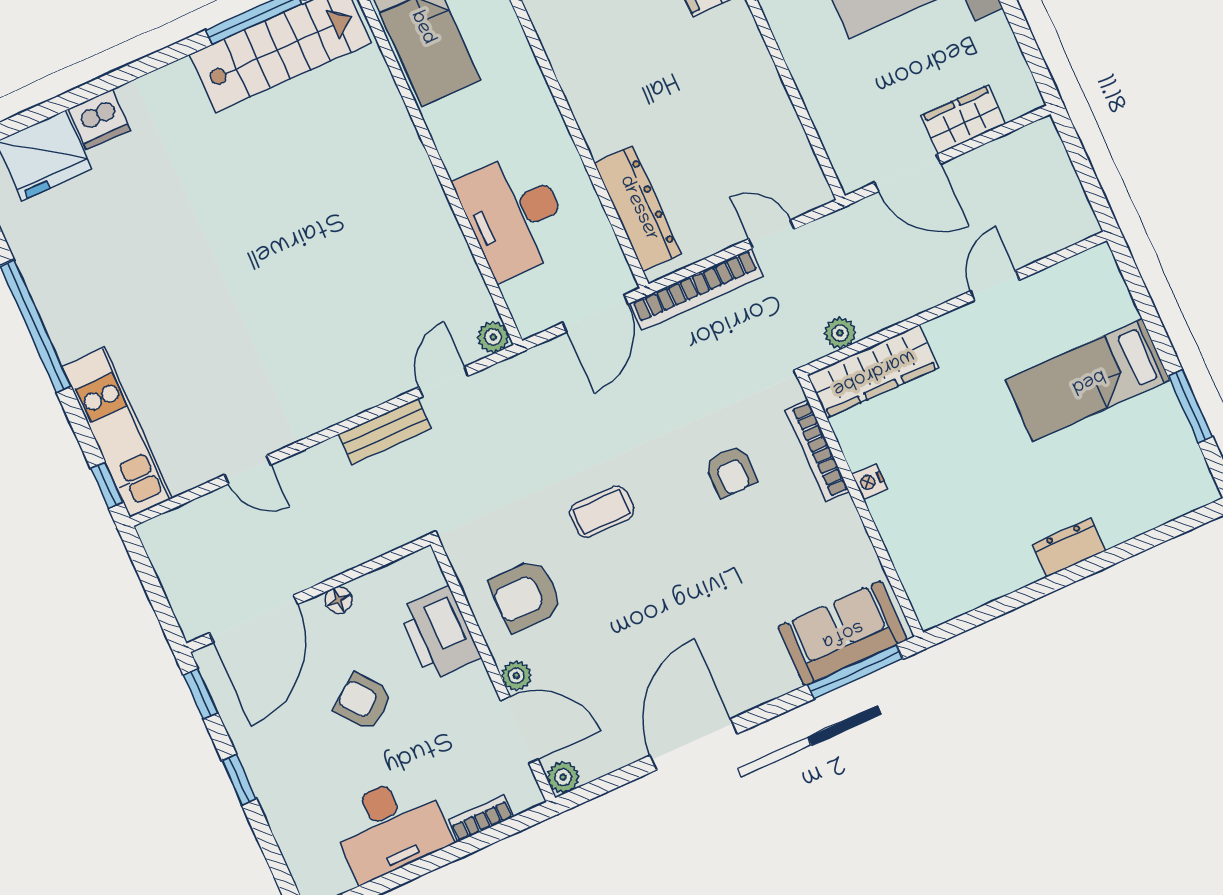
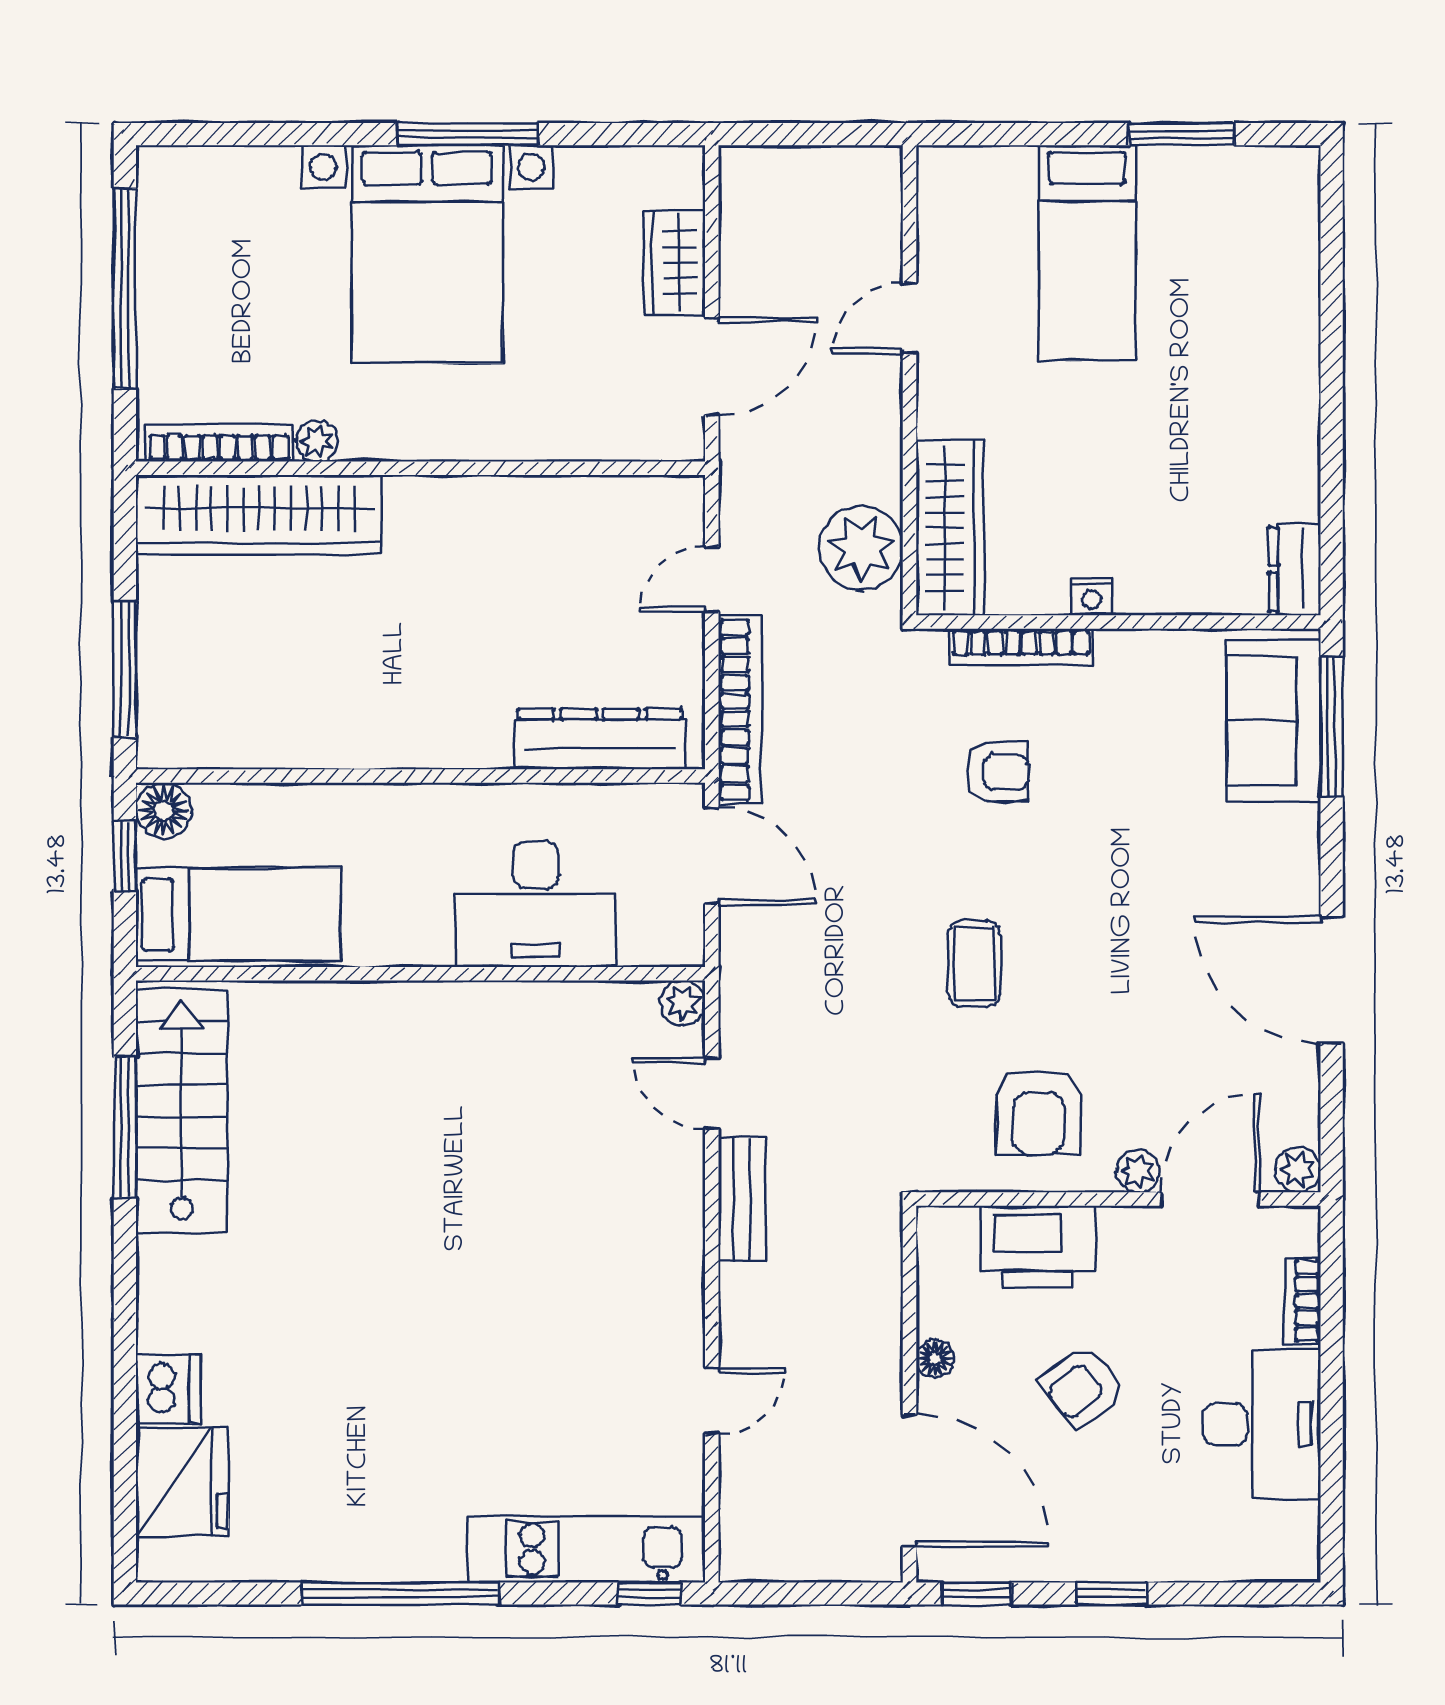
door: (995, 285) -> (910, 318), hinge flipped
plant: (840, 333) -> (861, 548), width x1.88, depth x1.88
dresser: (1069, 547) -> (1295, 569), moved

